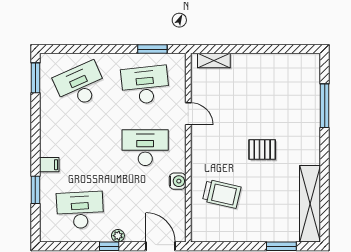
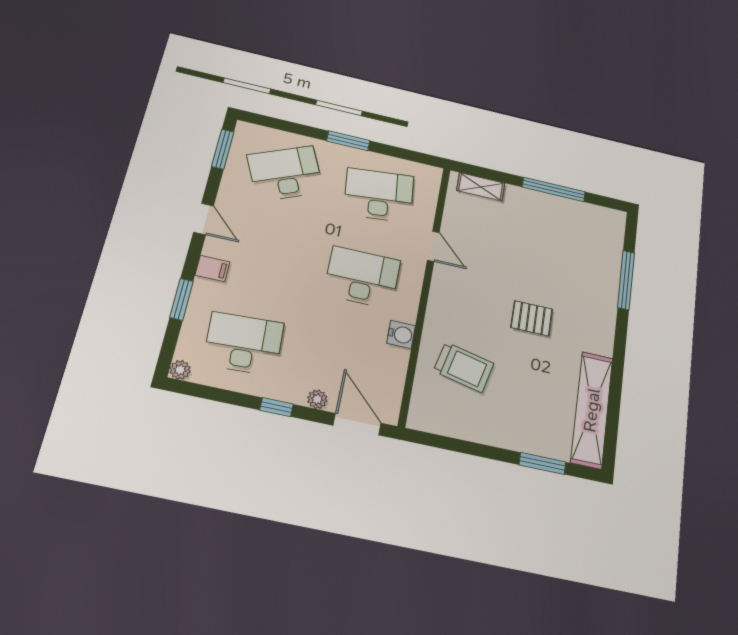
window: (152, 49) -> (348, 141), moved
window: (266, 49) -> (554, 189), added
door: (35, 132) -> (204, 219), added
plant: (46, 236) -> (180, 370), added
plant: (118, 236) -> (317, 399), moved

